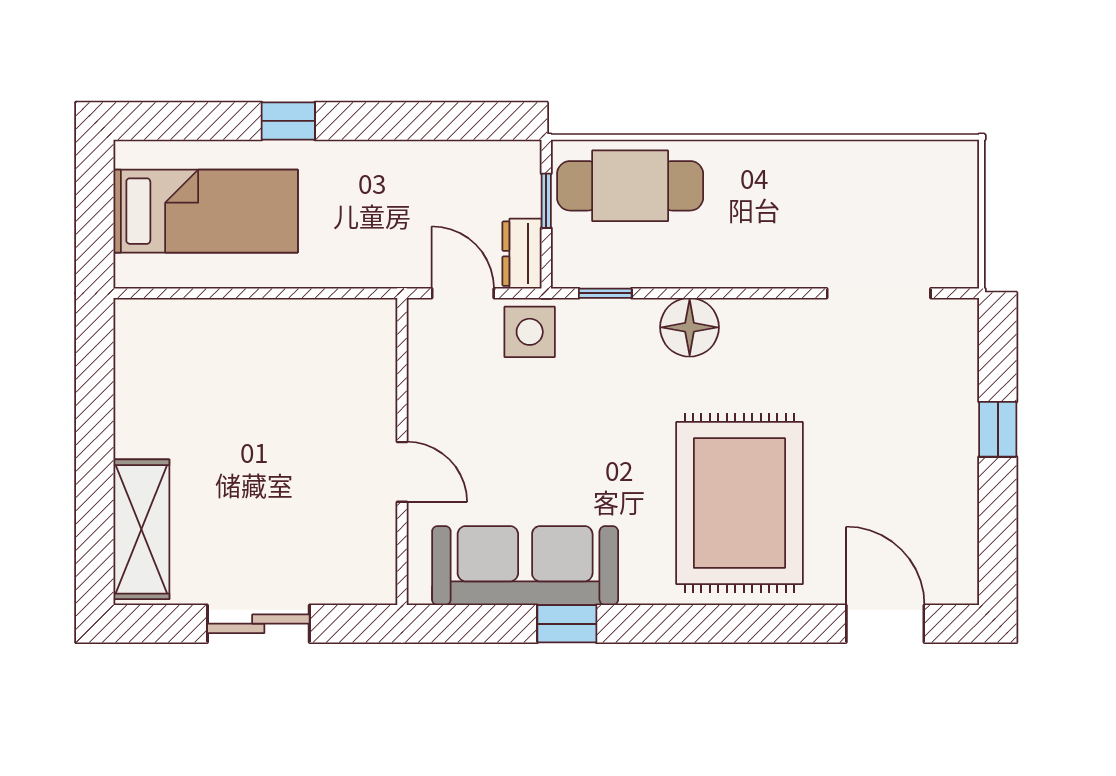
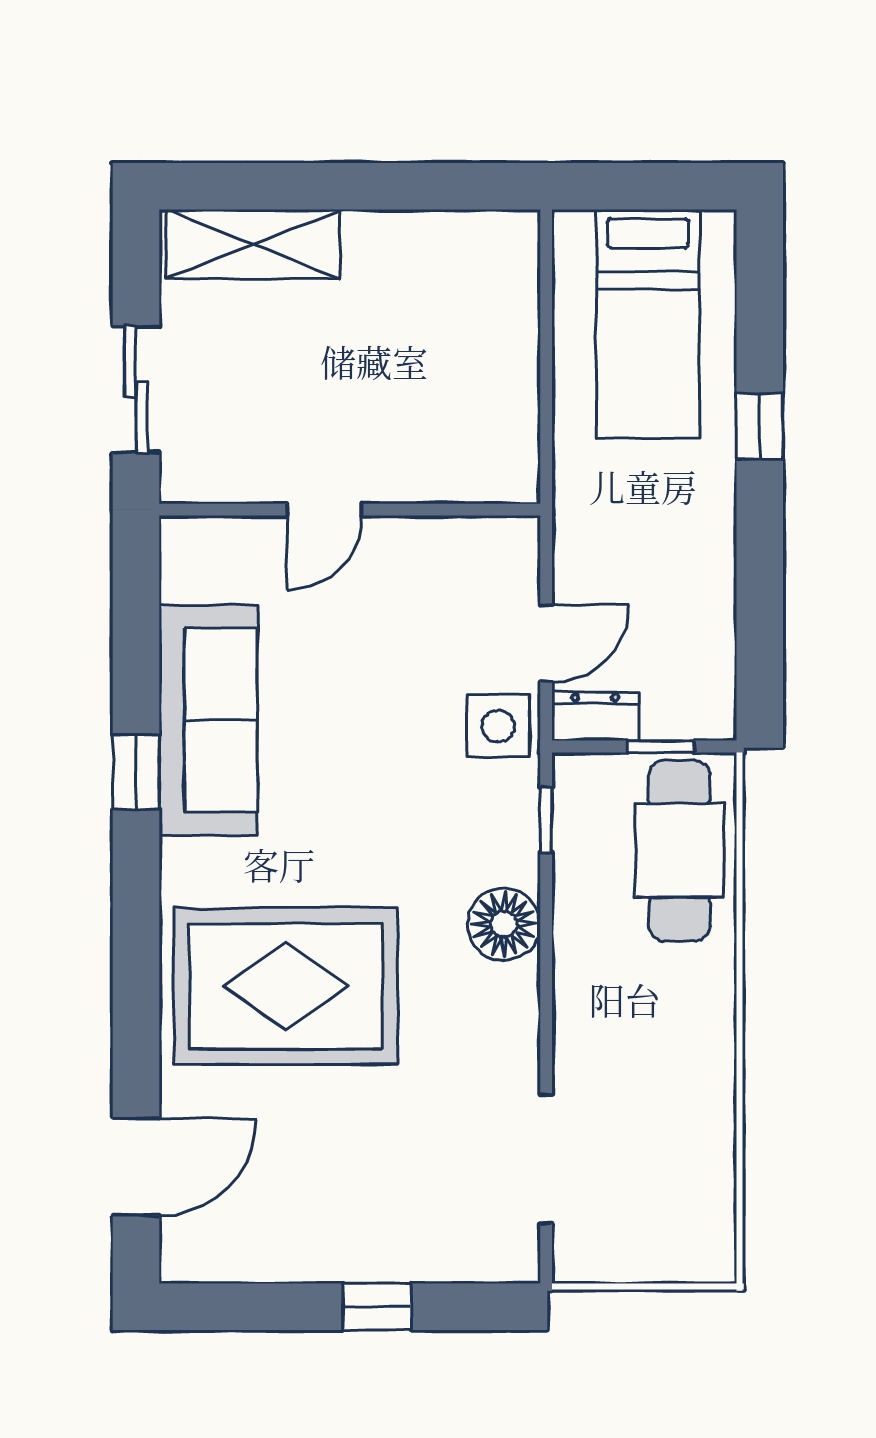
wall: (402, 451) -> (350, 510), moved
door: (402, 472) -> (324, 510), moved

